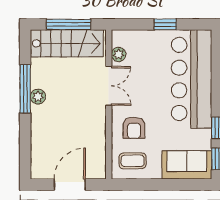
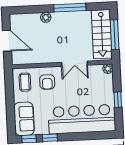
plant: (119, 54) -> (108, 69), moved
plant: (38, 97) -> (46, 17), moved
armchair: (134, 128) -> (47, 82), turned -90

